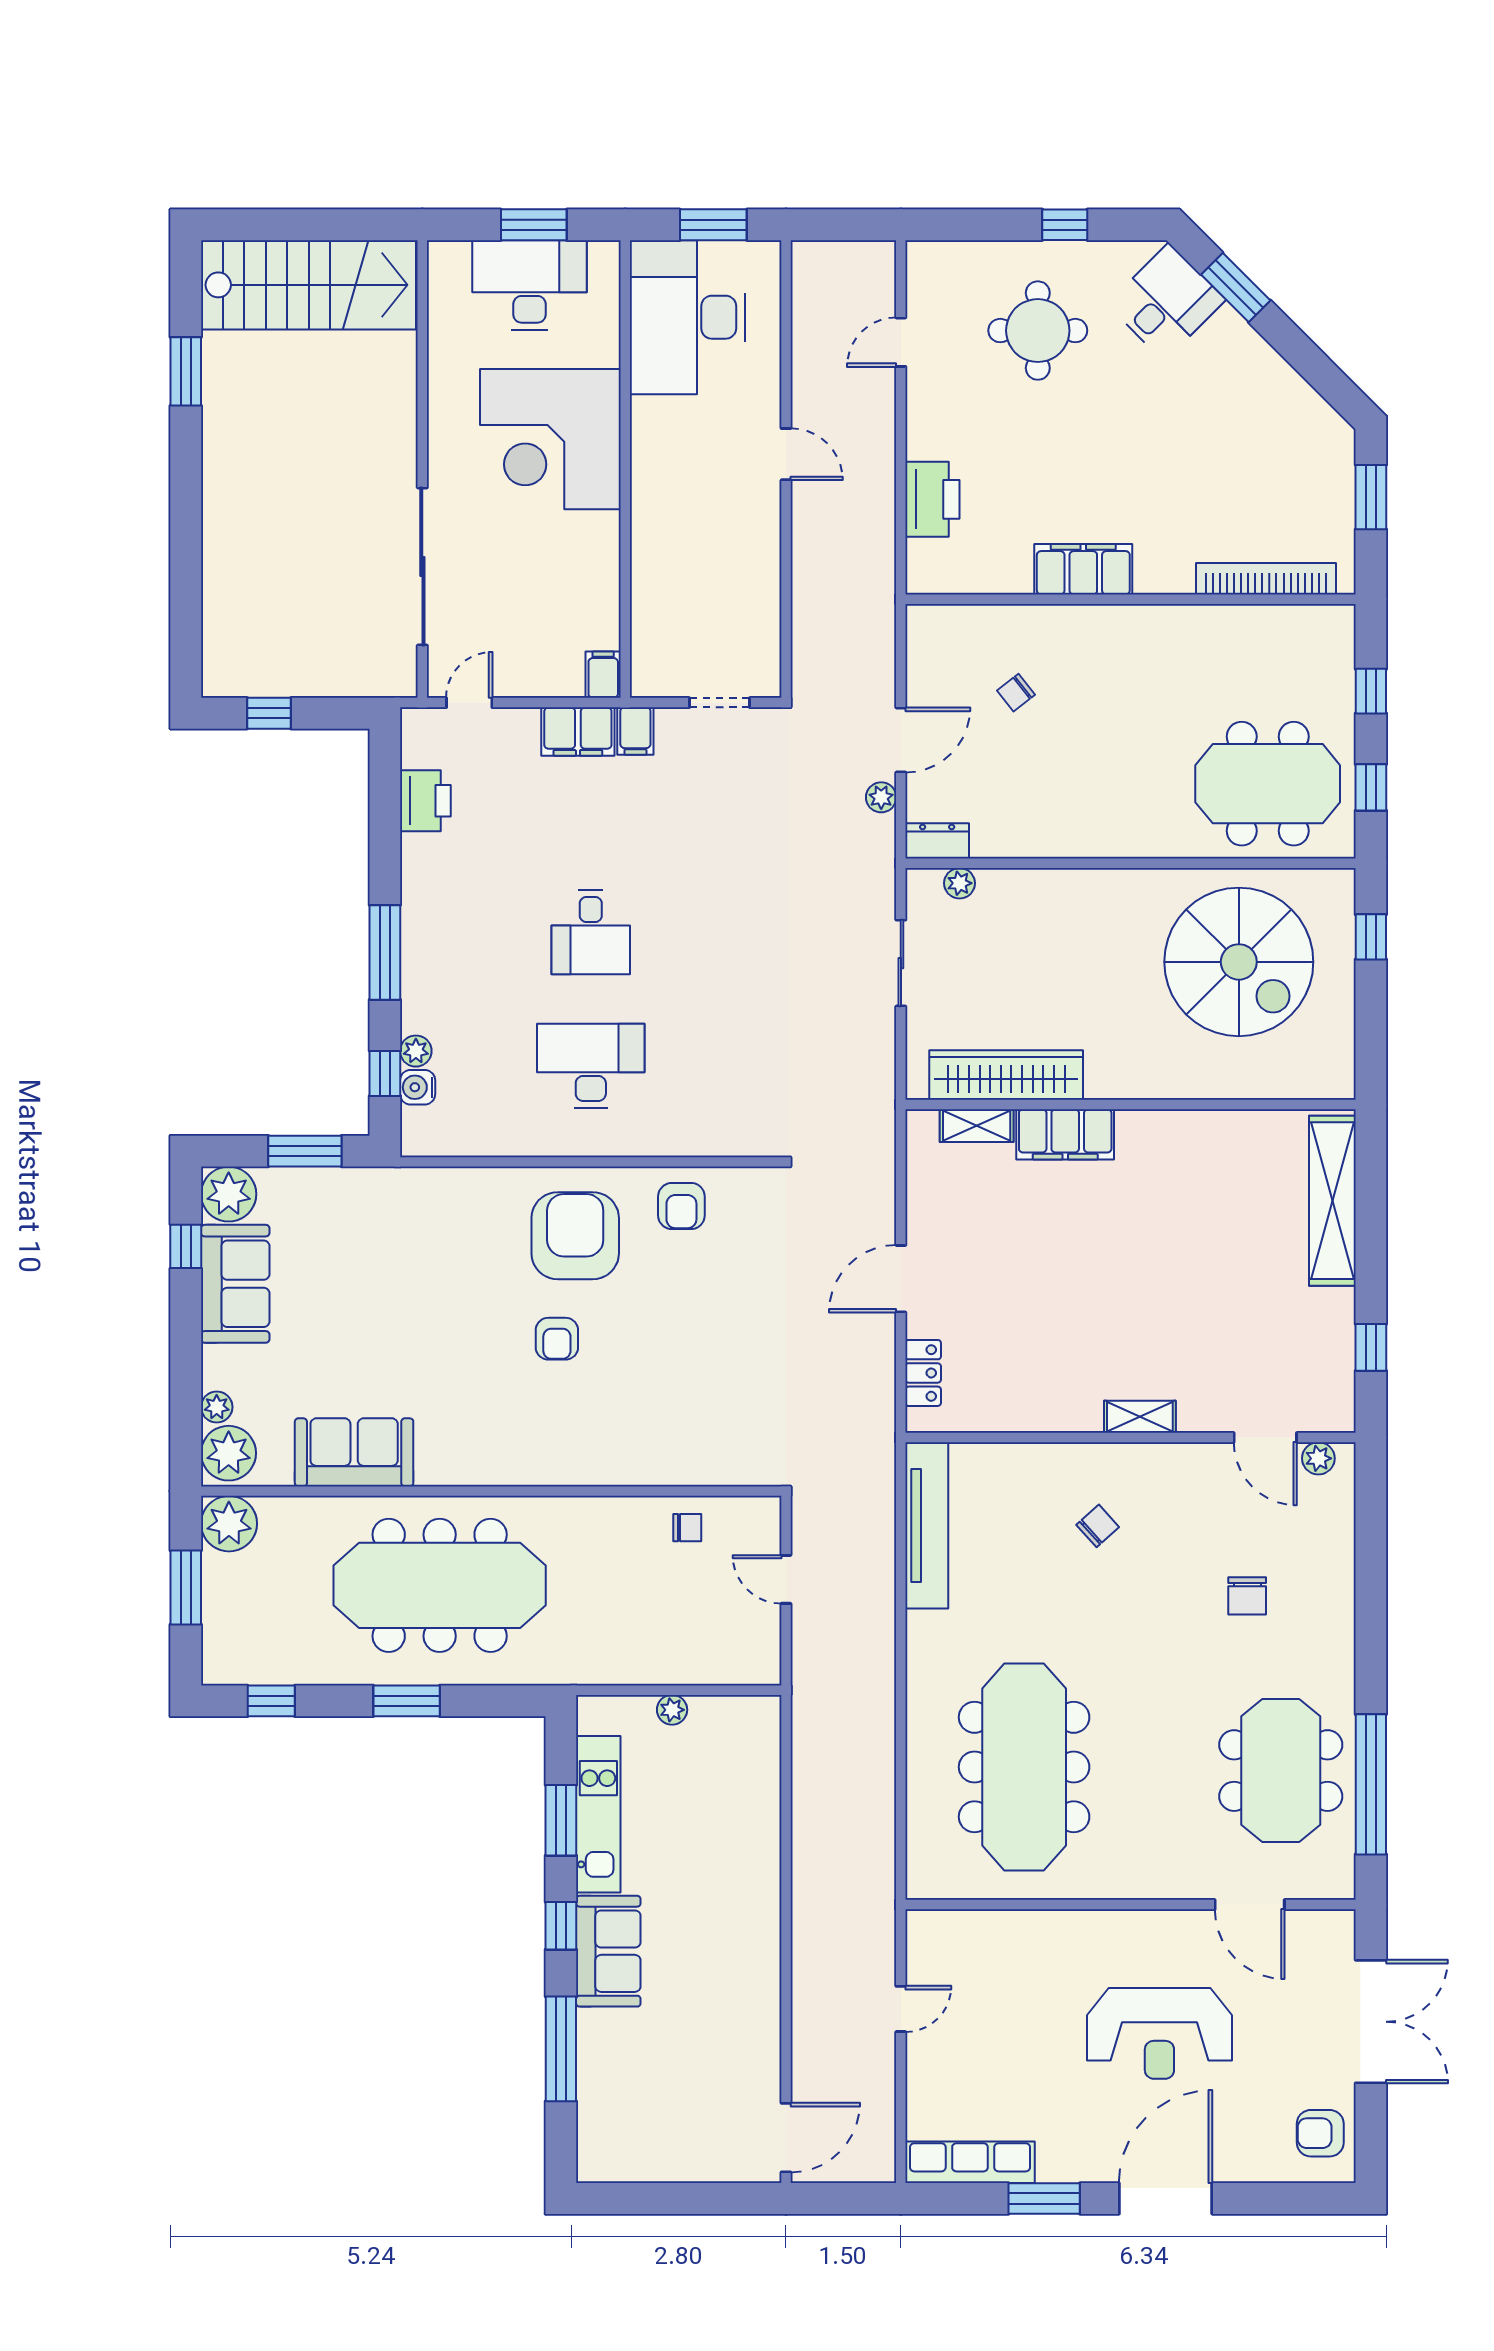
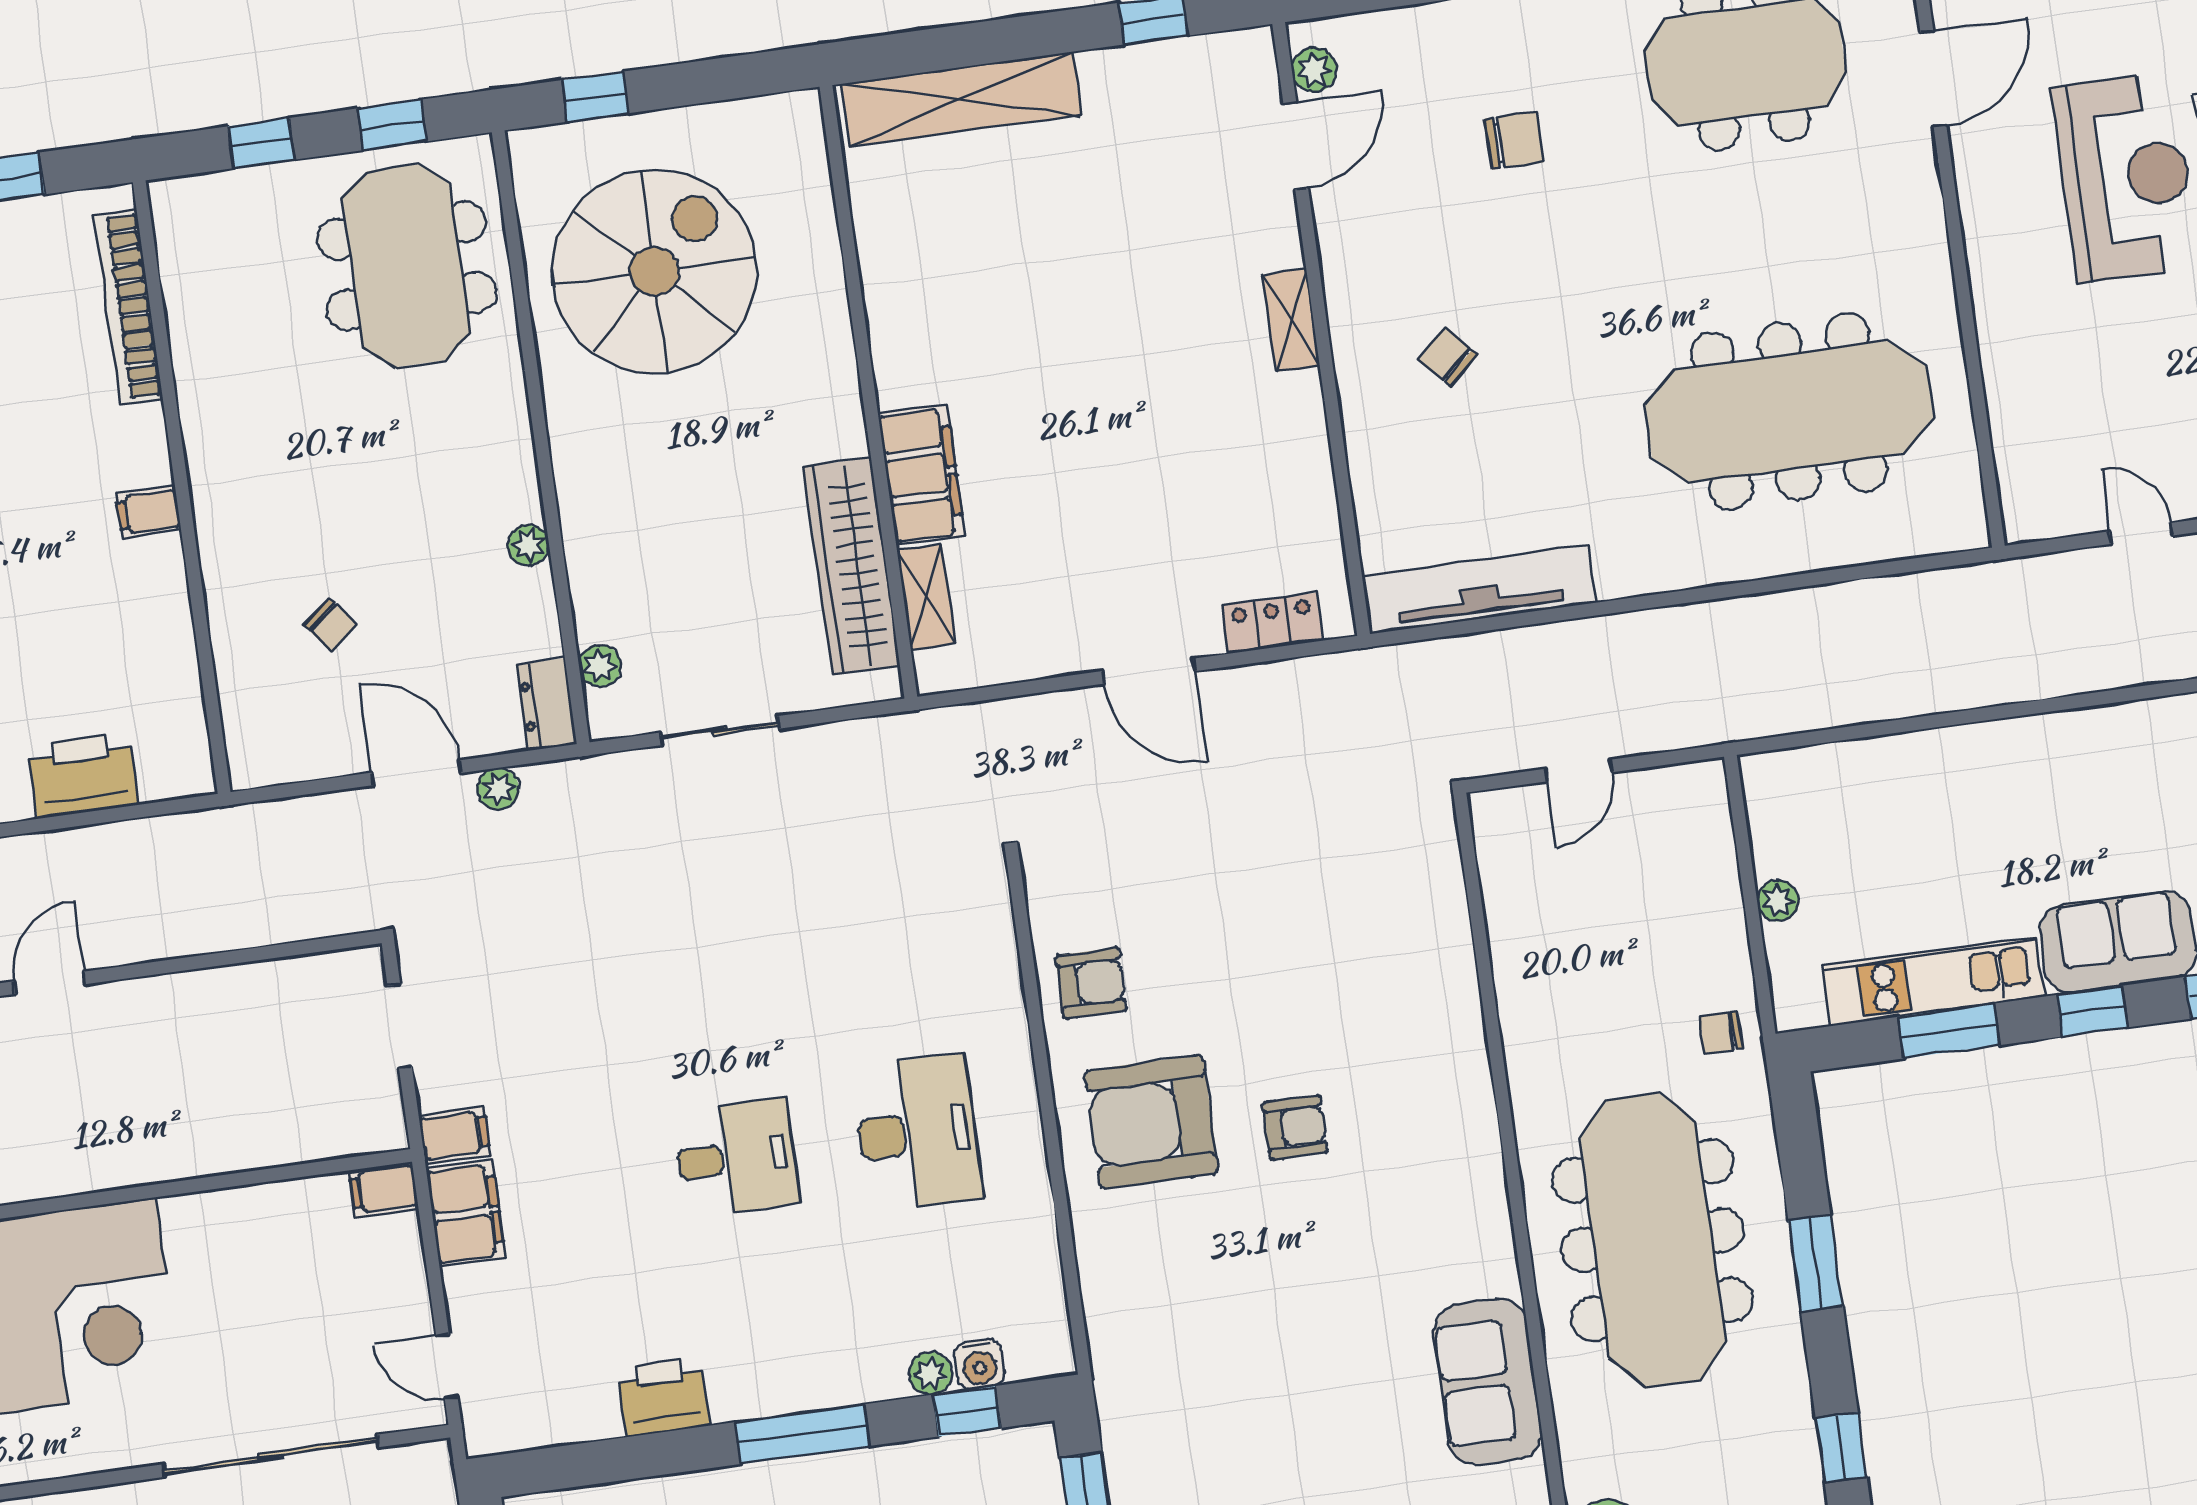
filing cabinet: (1083, 569) -> (149, 512), width x0.33, depth x0.86
printer: (425, 801) -> (663, 1397), moved
plant: (1054, 844) -> (528, 545), added
desk: (591, 1066) -> (918, 1133), turned 180
chair: (687, 1528) -> (1721, 1032), moved, turned -90

